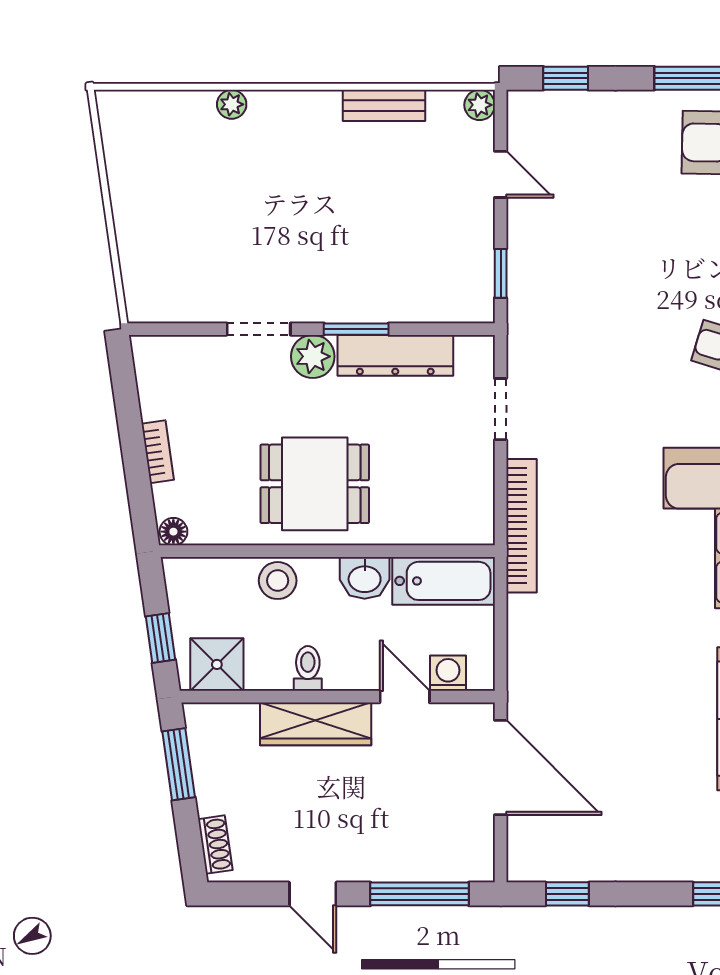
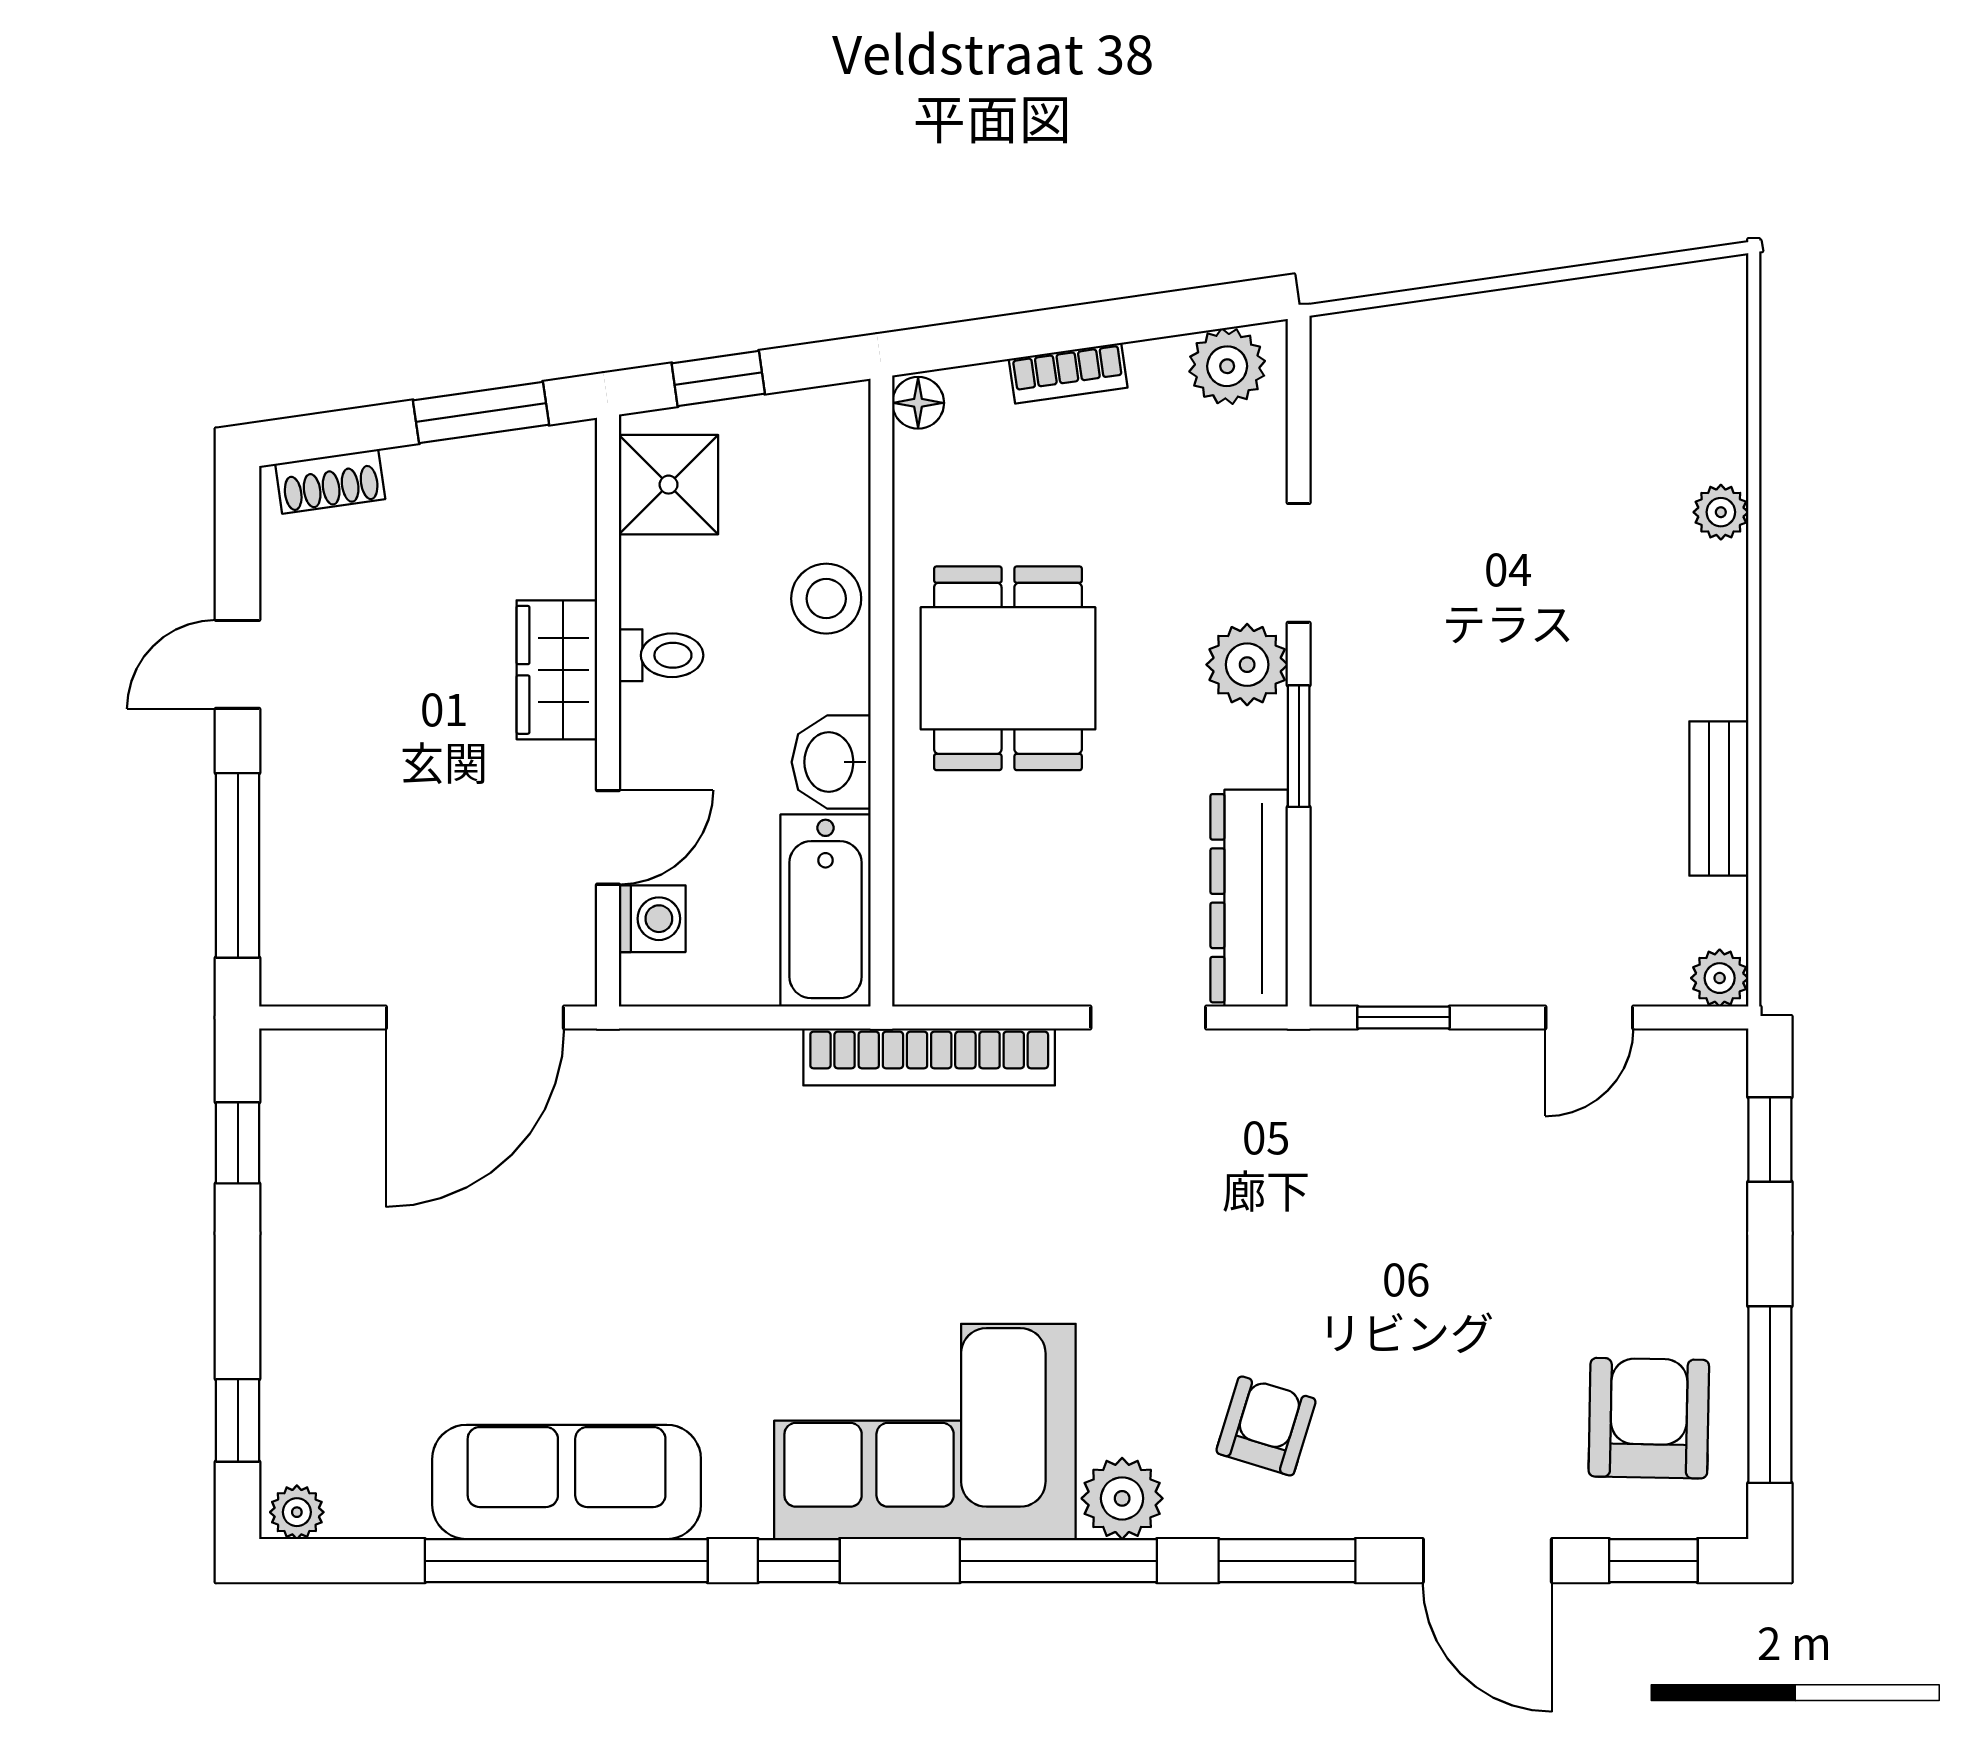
dresser: (395, 355) -> (1249, 898), moved
plant: (154, 367) -> (1227, 366), added
wardrobe: (316, 724) -> (557, 670), width x0.67

